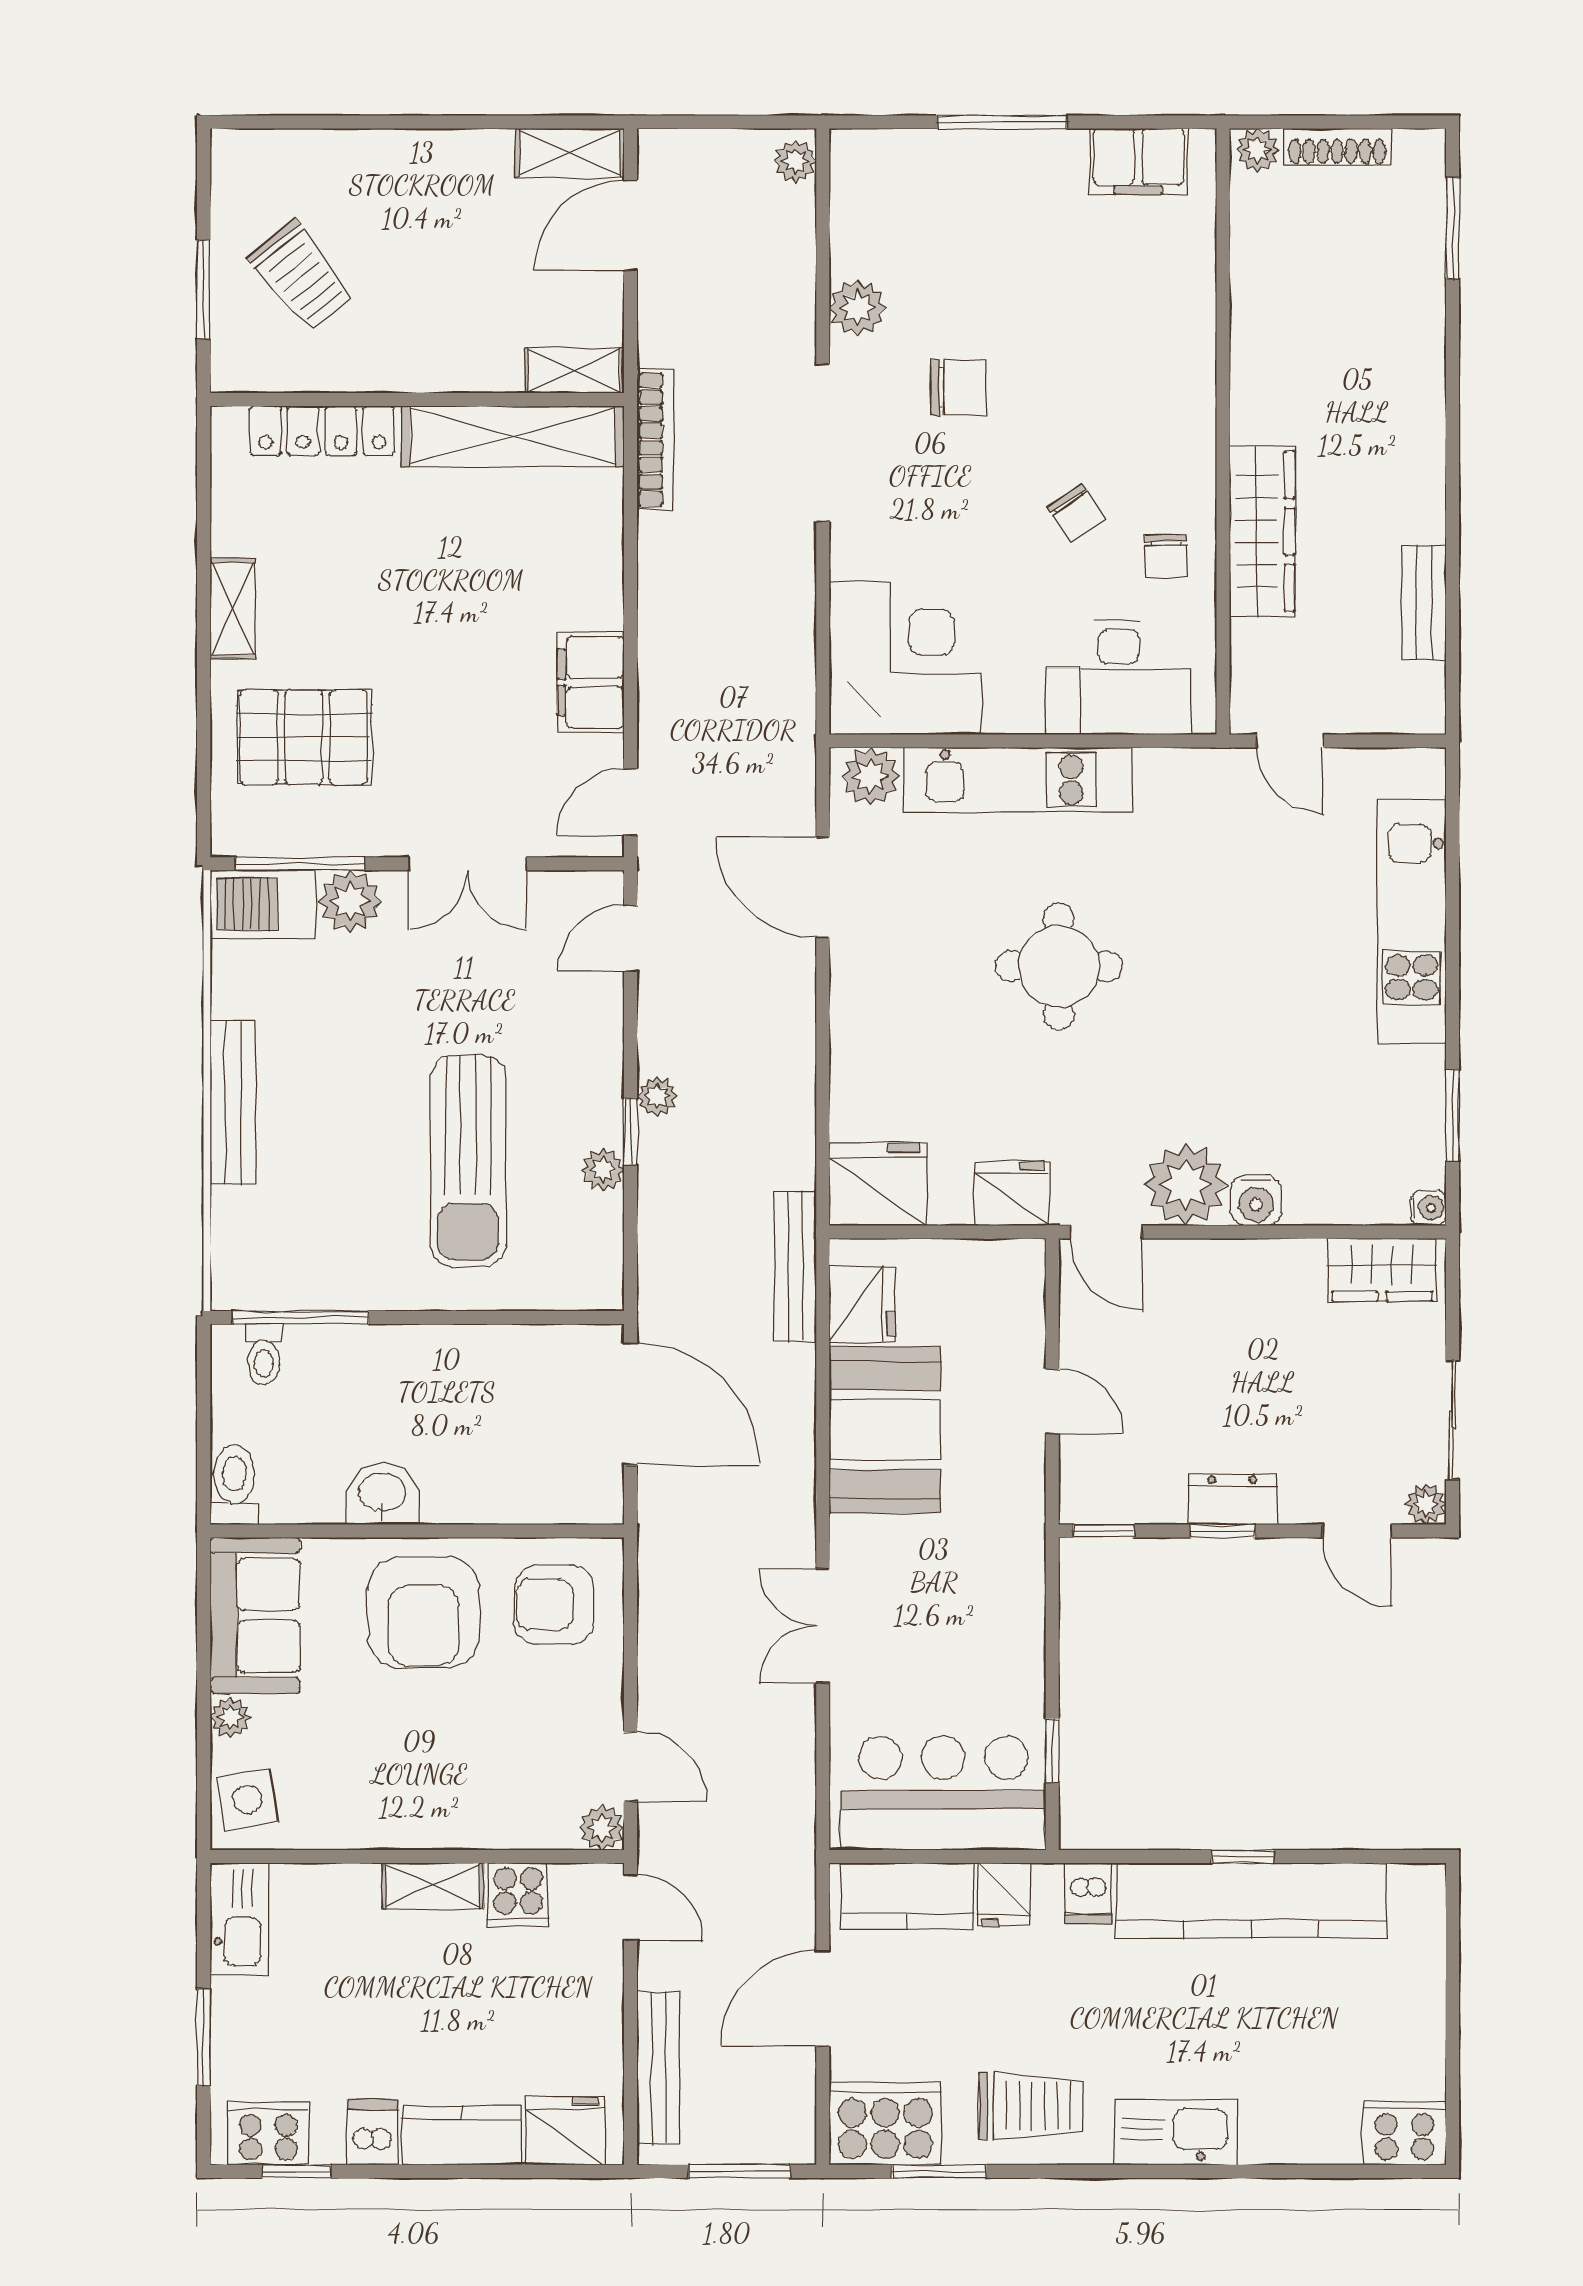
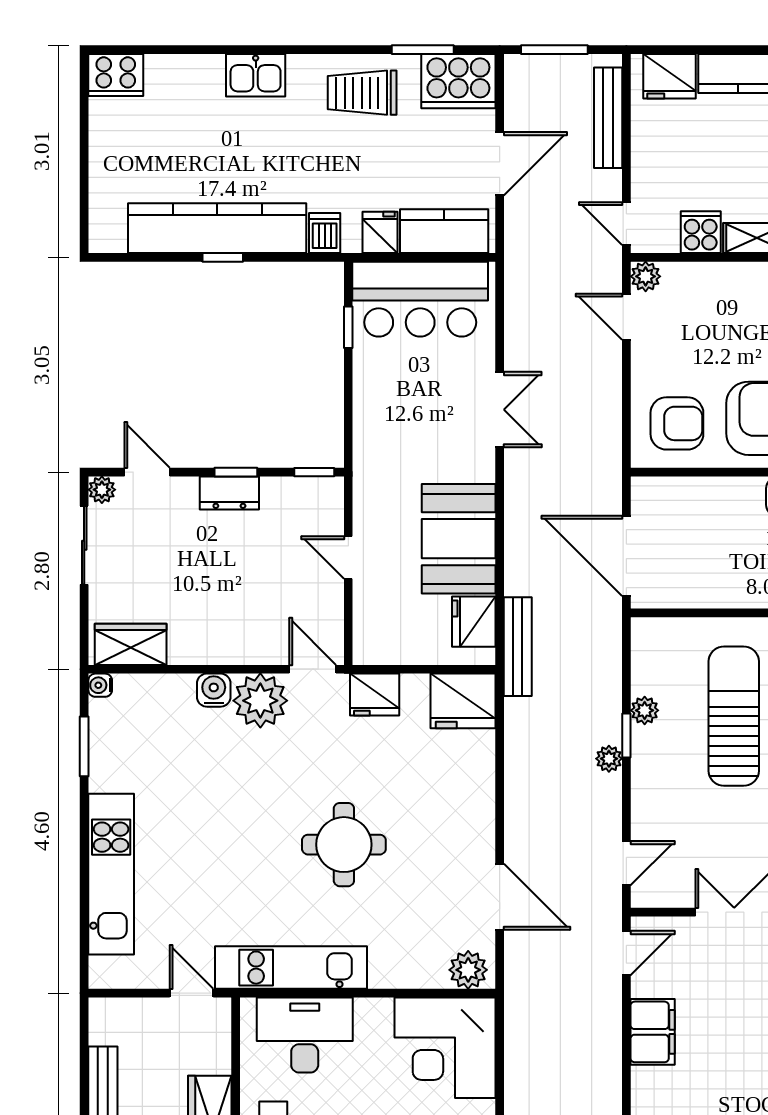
kitchen unit: (1018, 780) -> (291, 968), moved
kitchen sink: (1176, 2132) -> (256, 75), width x0.73

